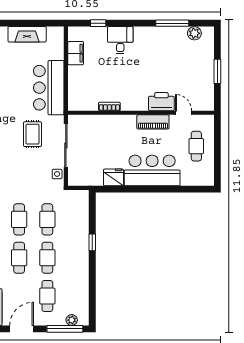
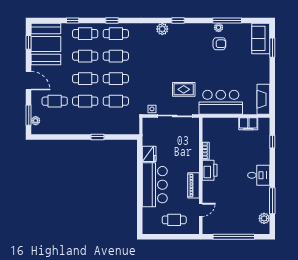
fireplace: (27, 34) -> (263, 99), moved
desk: (120, 40) -> (259, 175), moved
window: (217, 71) -> (234, 237), width x2.11
printer: (161, 102) -> (210, 170), moved
window: (65, 329) -> (29, 115), width x0.69

